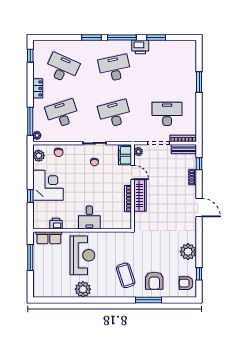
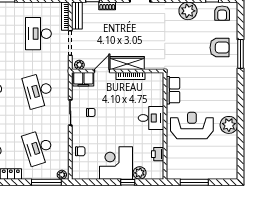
plant: (39, 156) -> (140, 173), moved
row of seats: (49, 238) -> (173, 90), moved
coffee table: (126, 275) -> (214, 79), removed

